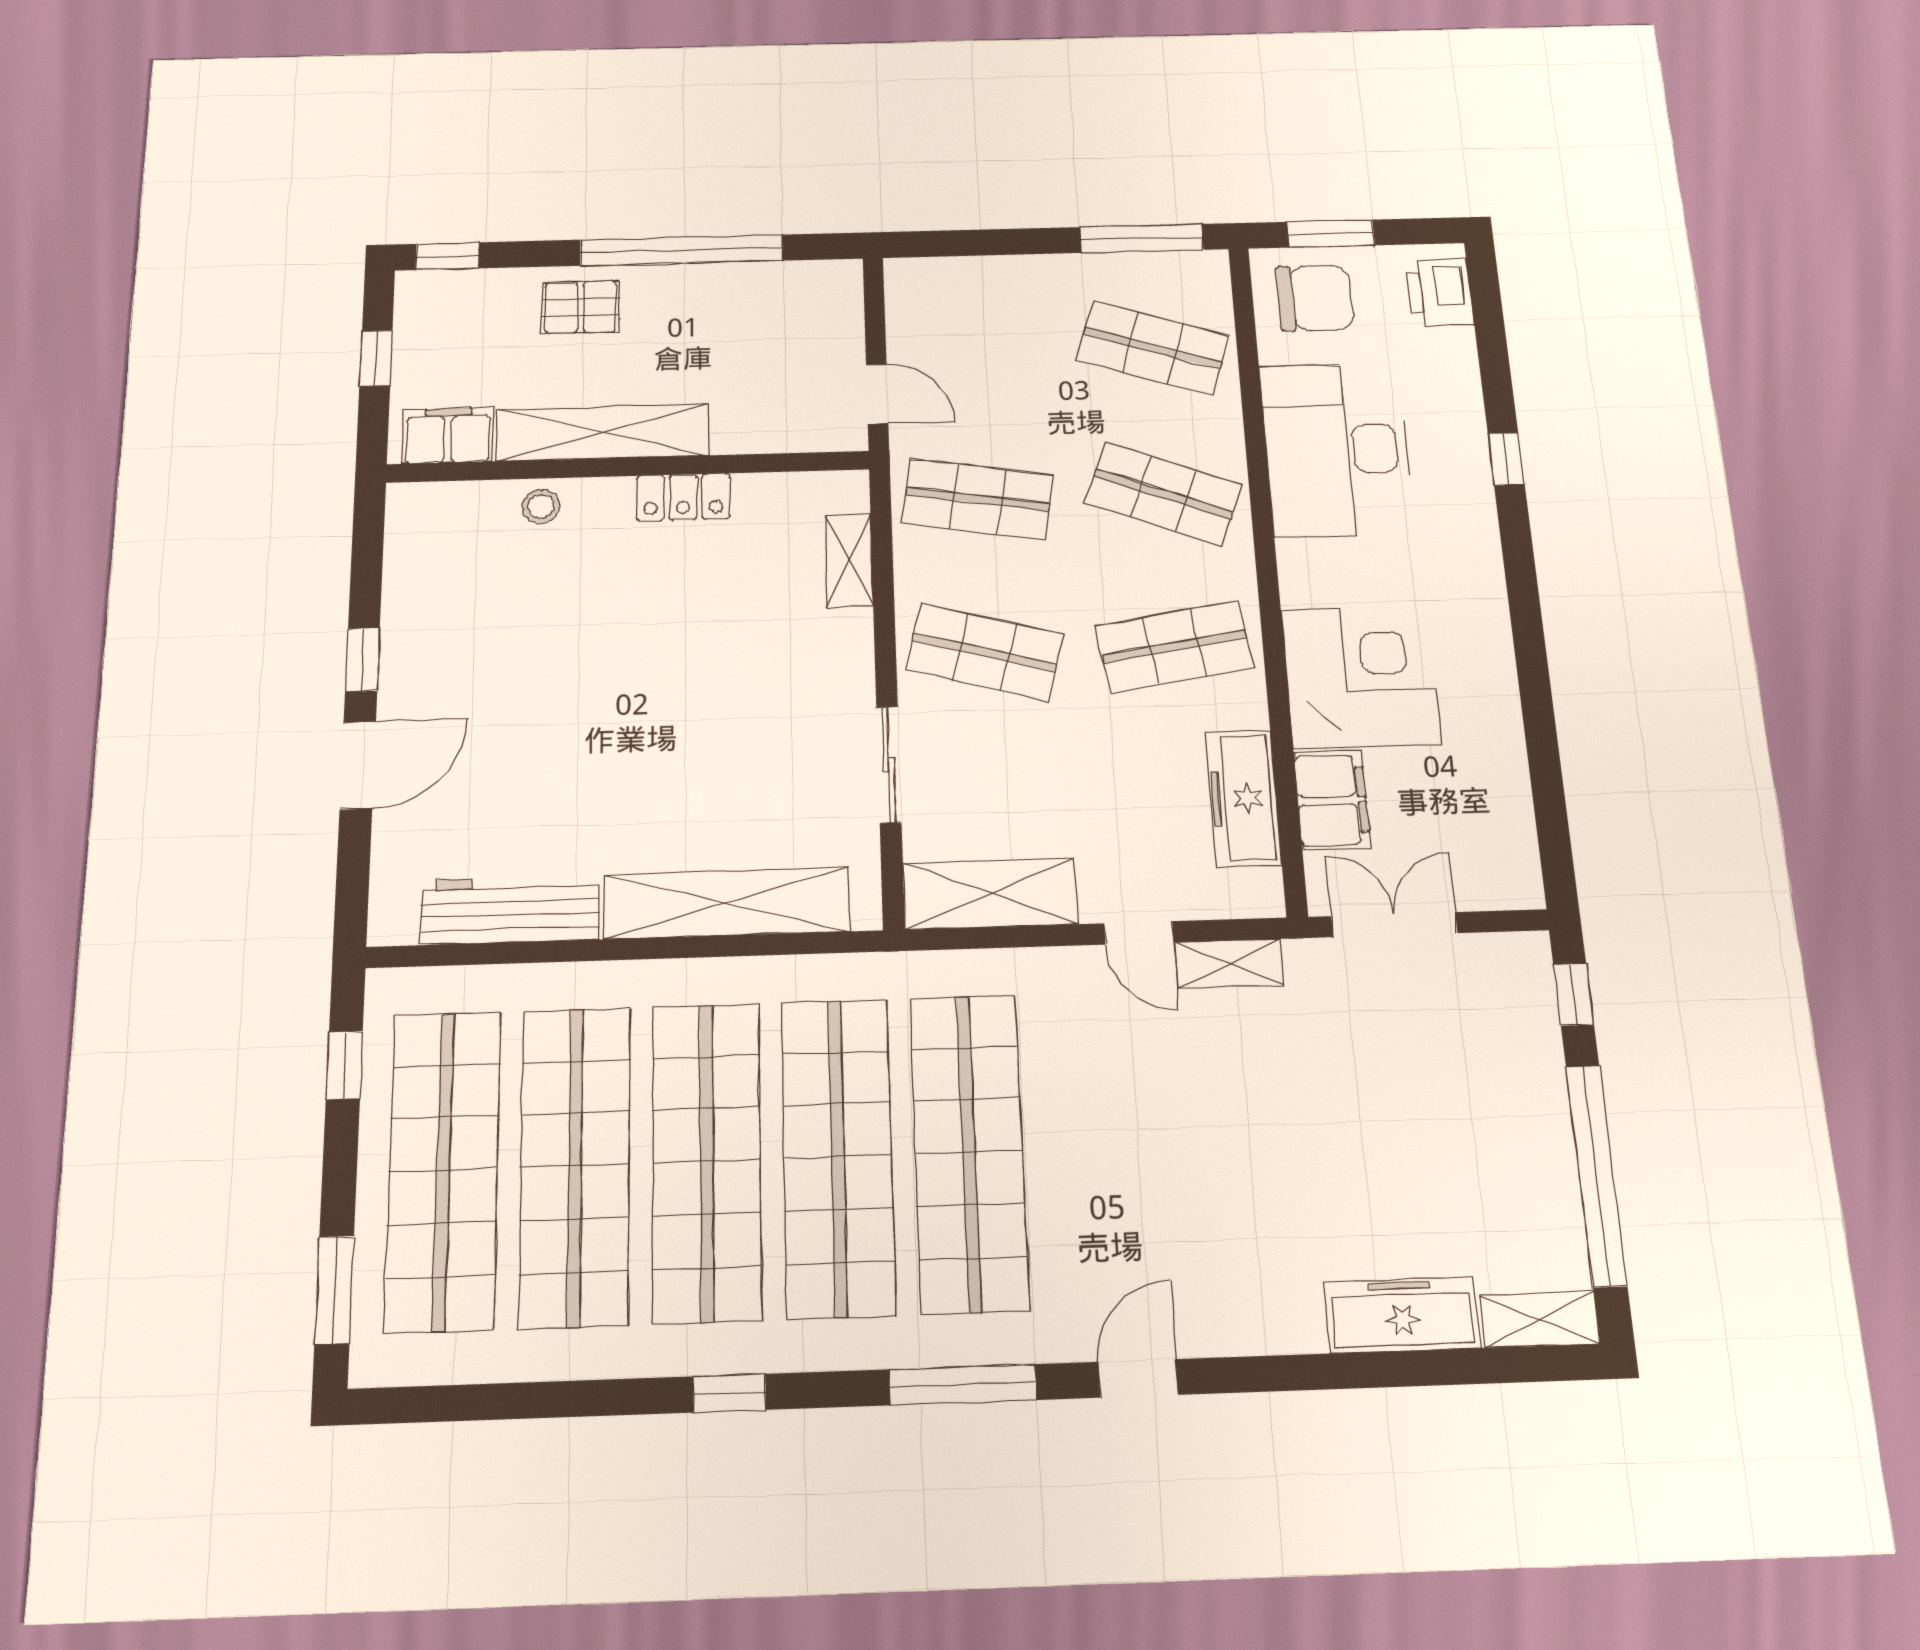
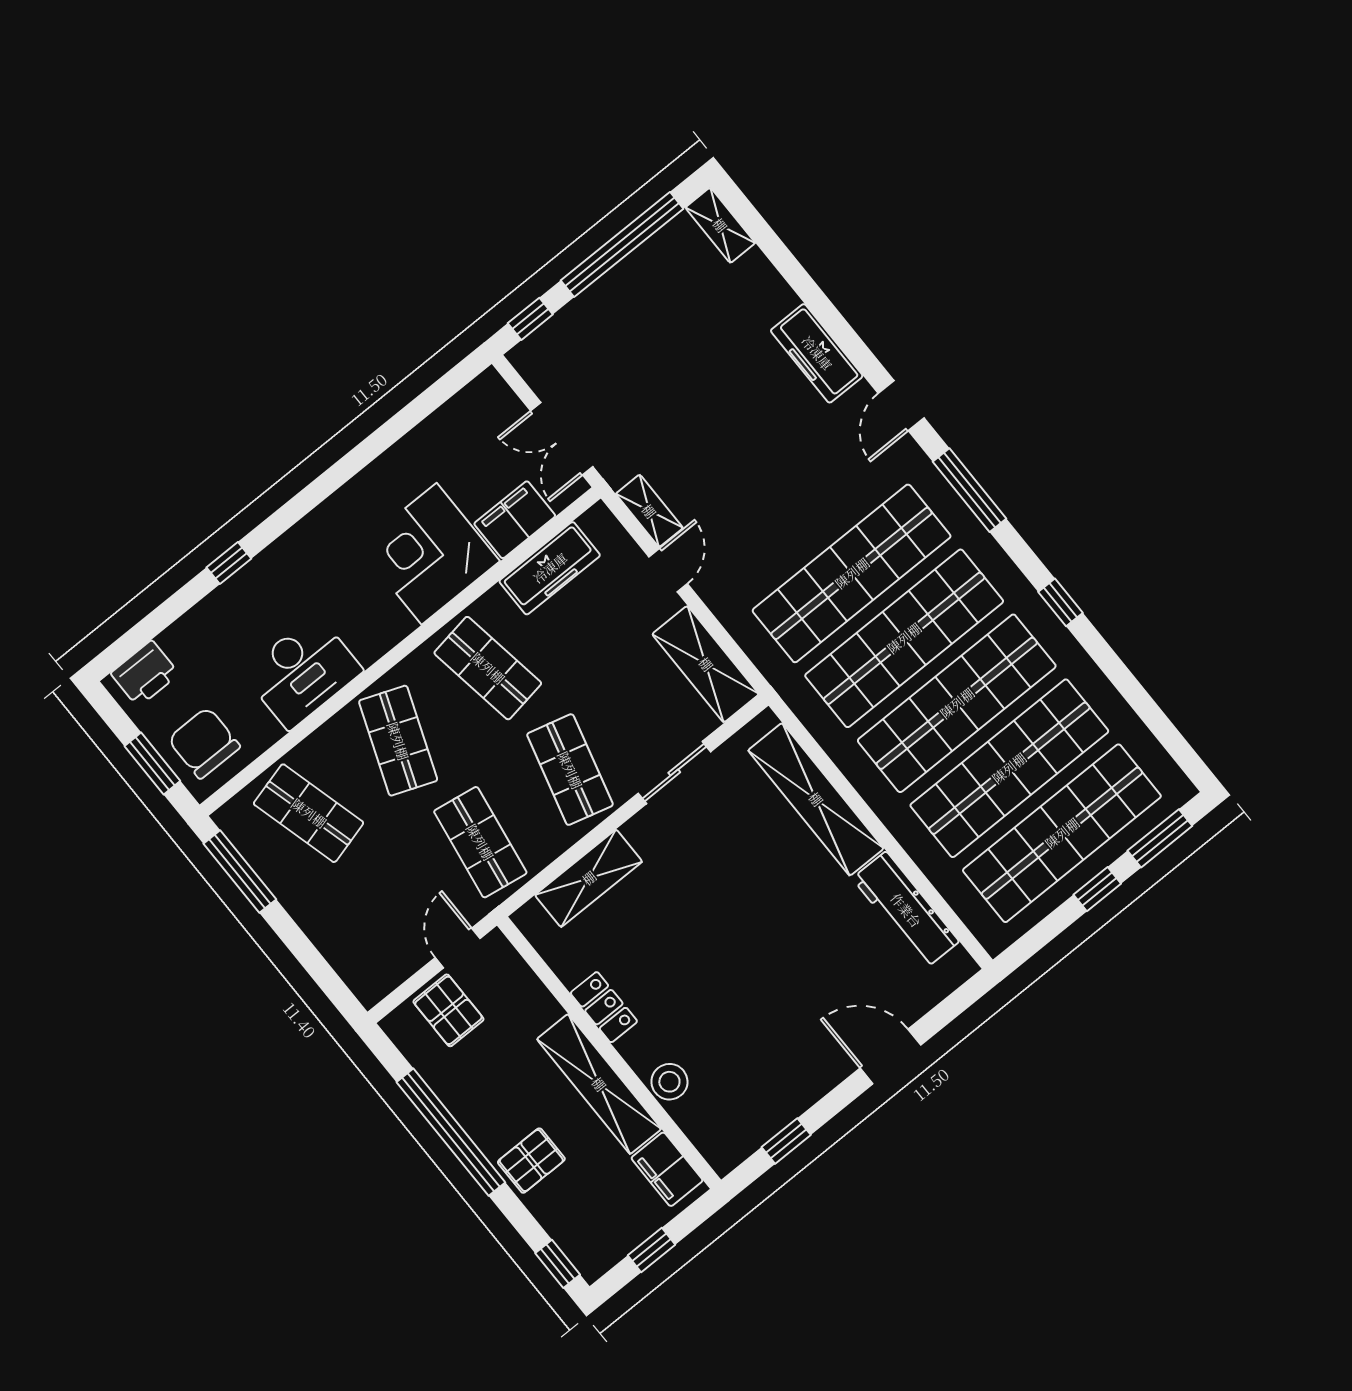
pallet: (580, 307) -> (531, 1161), turned 90
pallet: (816, 338) -> (448, 1010), added
shop shelf: (1153, 348) -> (309, 813), turned -33
desk: (1337, 449) -> (303, 672), width x0.73, depth x0.77
stool: (541, 506) -> (669, 1082), width x1.37, depth x1.37
shelving: (849, 560) -> (589, 878), width x1.50, depth x1.33
window: (362, 660) -> (786, 1141), moved
window: (344, 1065) -> (1097, 889), moved
freezer: (1402, 1315) -> (817, 353), moved
door: (1138, 1378) -> (901, 406), hinge flipped

